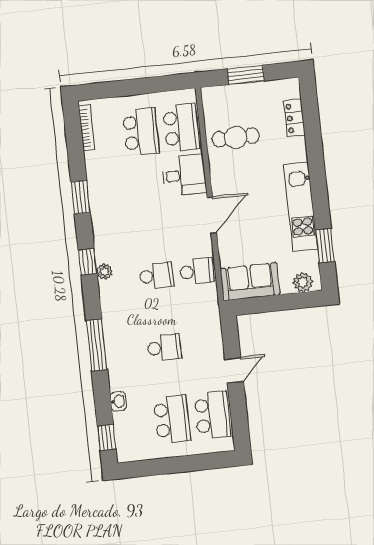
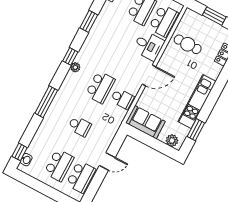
school desk: (156, 276) -> (100, 87), width x1.85
washbasin: (118, 401) -> (26, 160), moved

